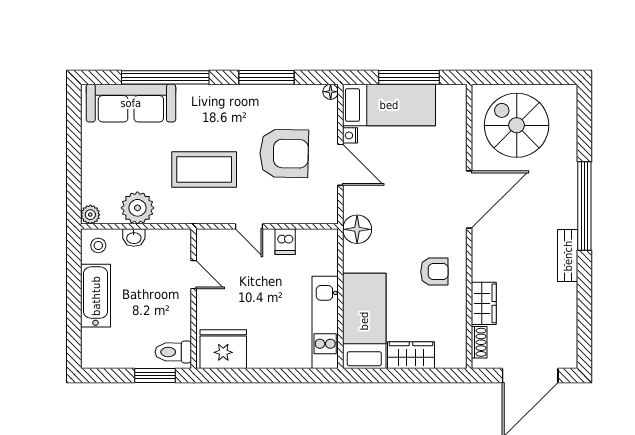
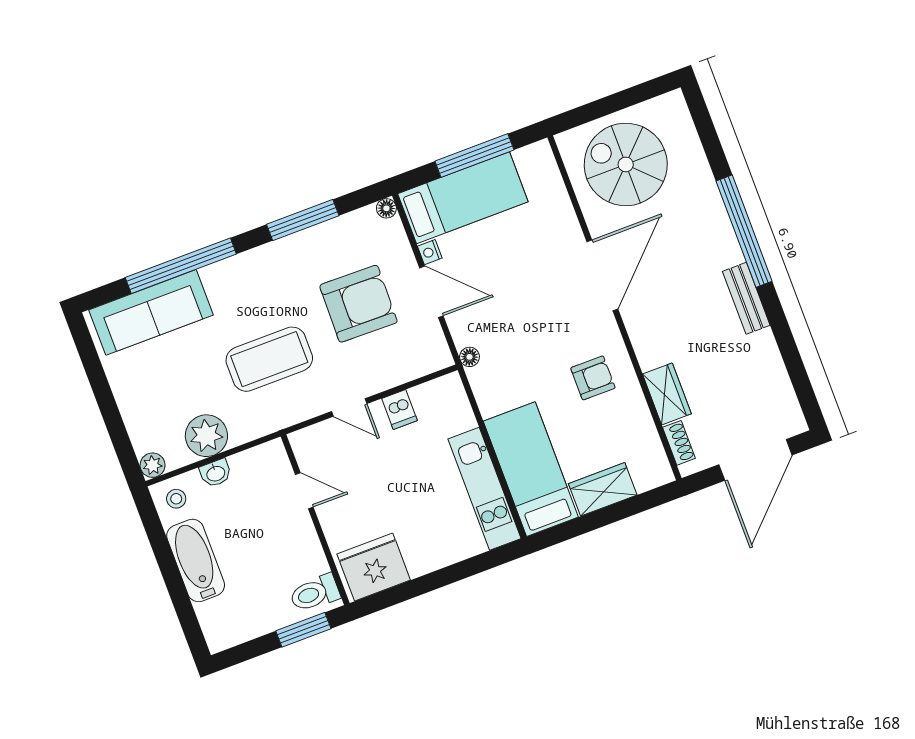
floor lamp: (357, 229) -> (469, 357), width x0.53, depth x0.53

